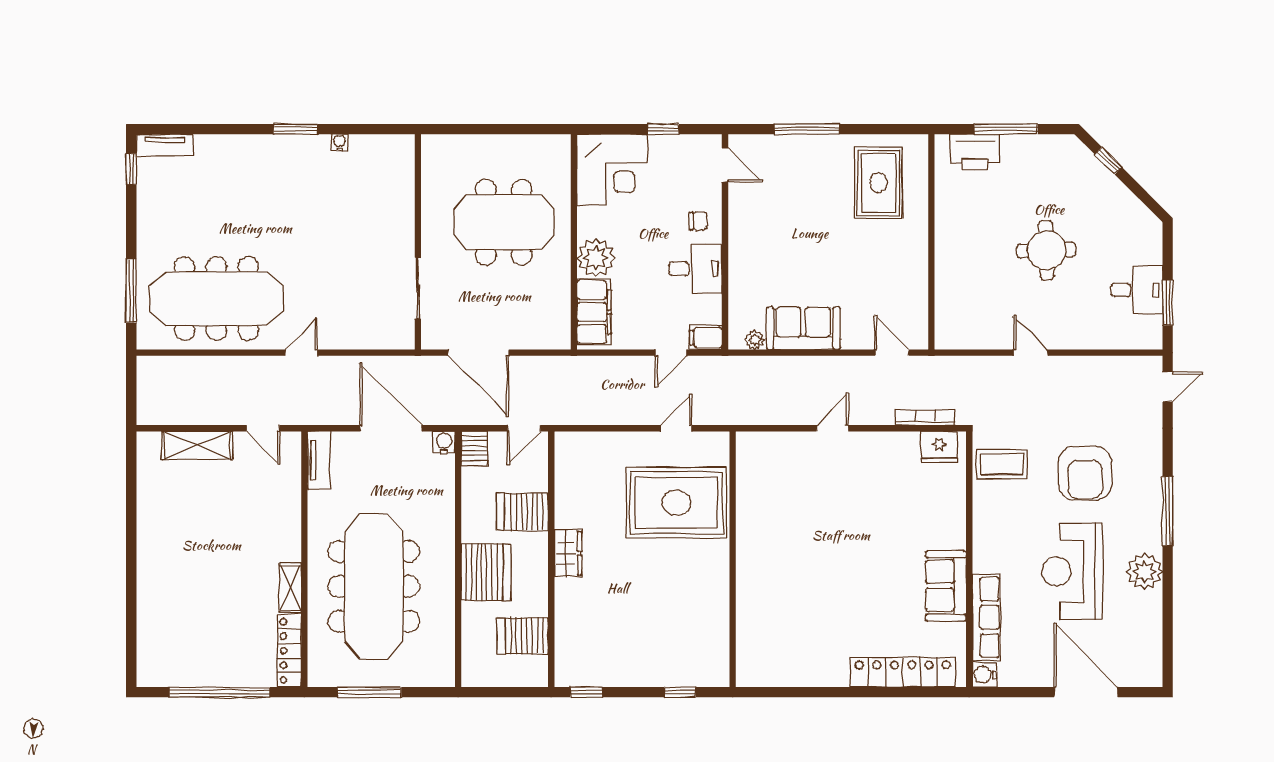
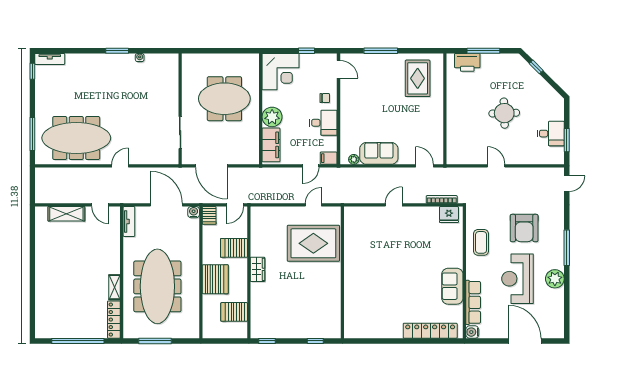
coffee table: (1002, 464) -> (481, 242), moved, turned 90

